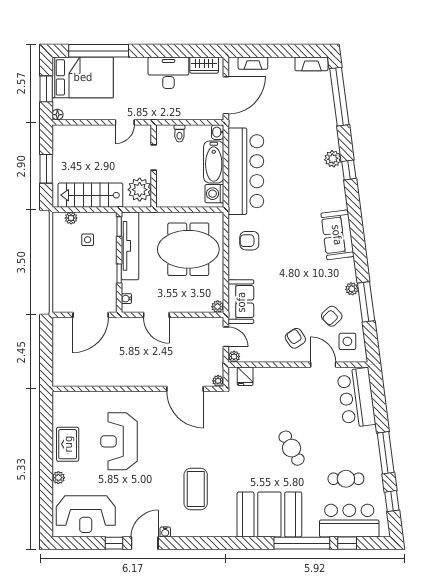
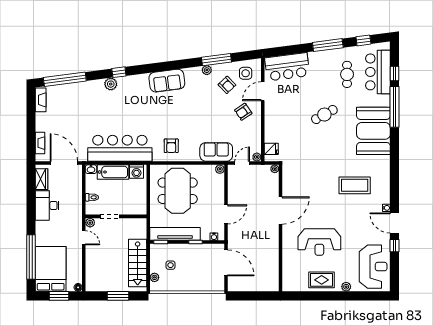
plant: (140, 190) -> (90, 223), moved, width x0.53, depth x0.53
door: (185, 389) -> (281, 210), moved

